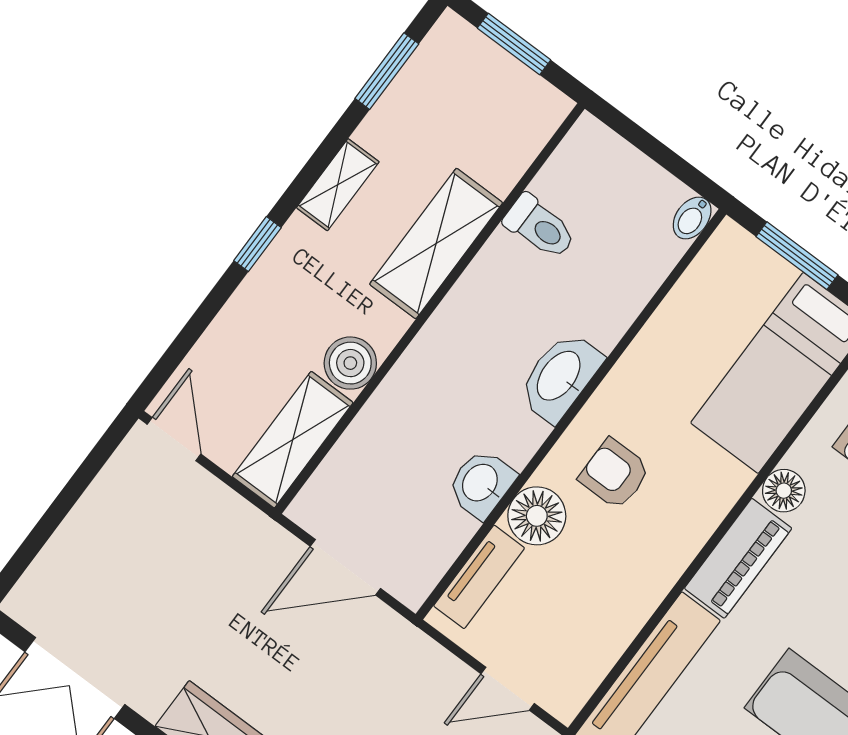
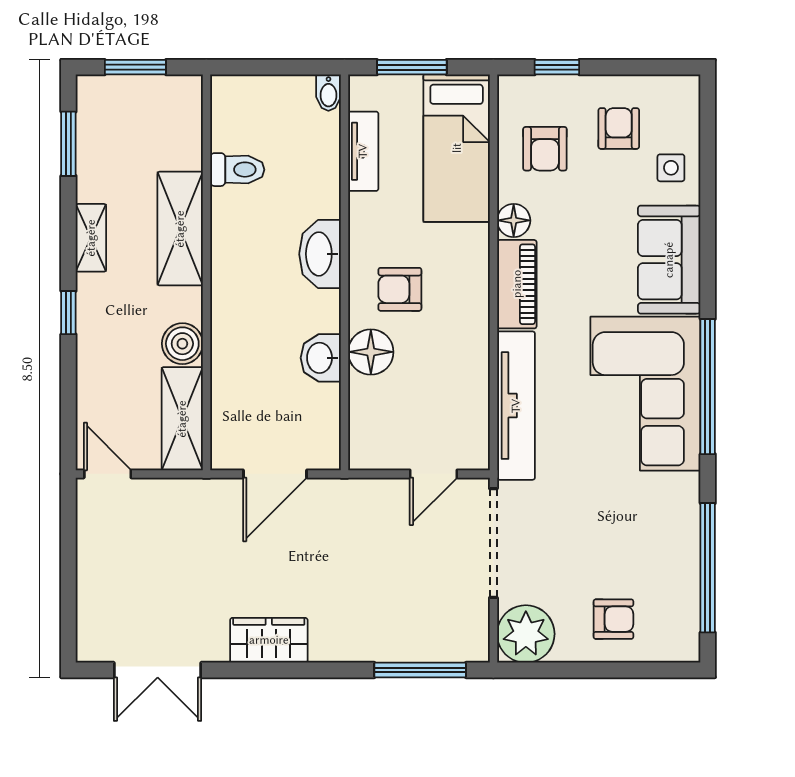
tv unit: (479, 577) -> (363, 151), moved

